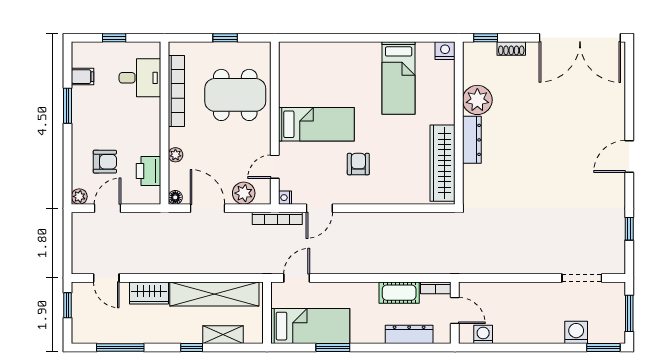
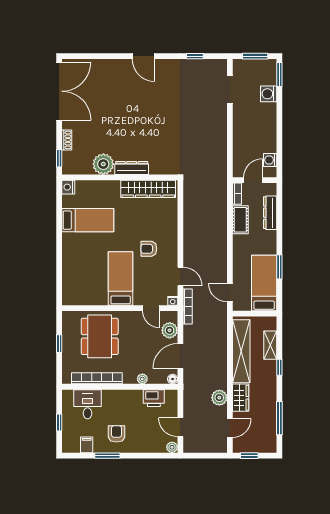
armchair: (105, 162) -> (116, 434), moved
plant: (149, 263) -> (219, 398), added

